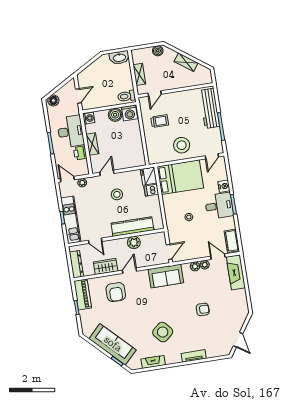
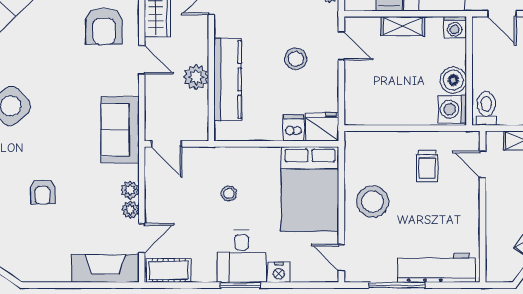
armchair: (116, 292) -> (104, 26), turned -90

